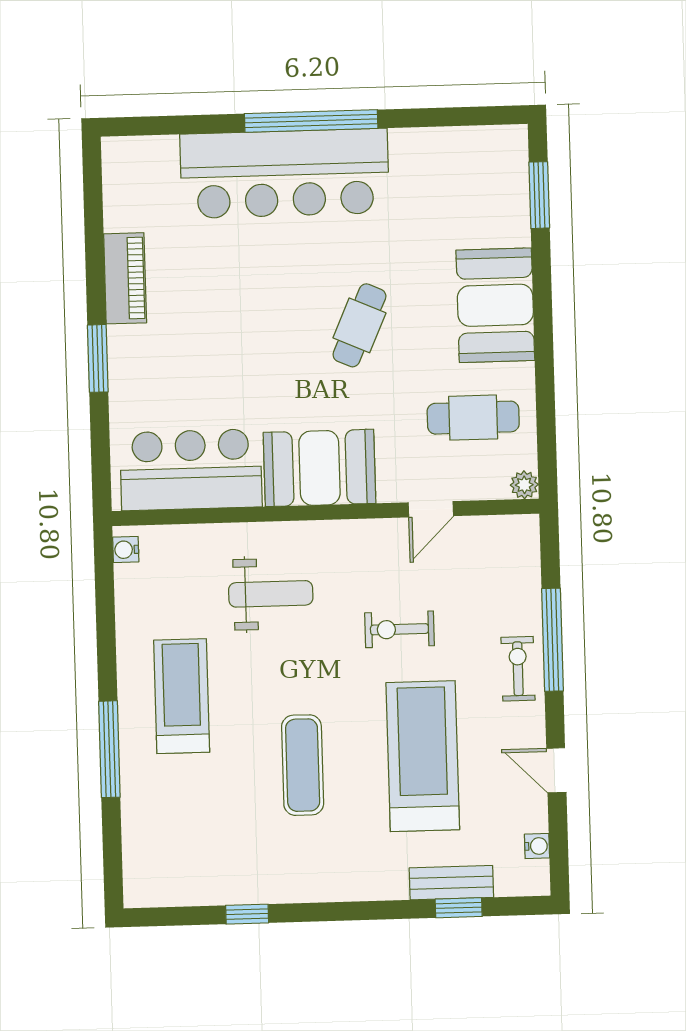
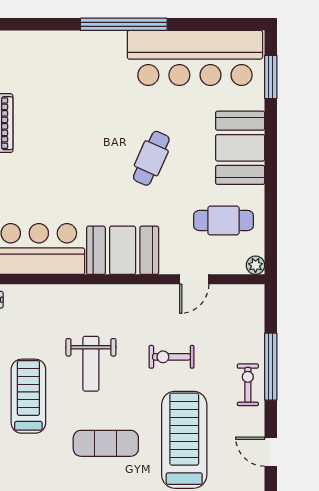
bar counter: (285, 173) -> (195, 58), moved
weight bench: (271, 594) -> (91, 364), moved, turned 90
exercise mat: (303, 765) -> (106, 443), turned 90

